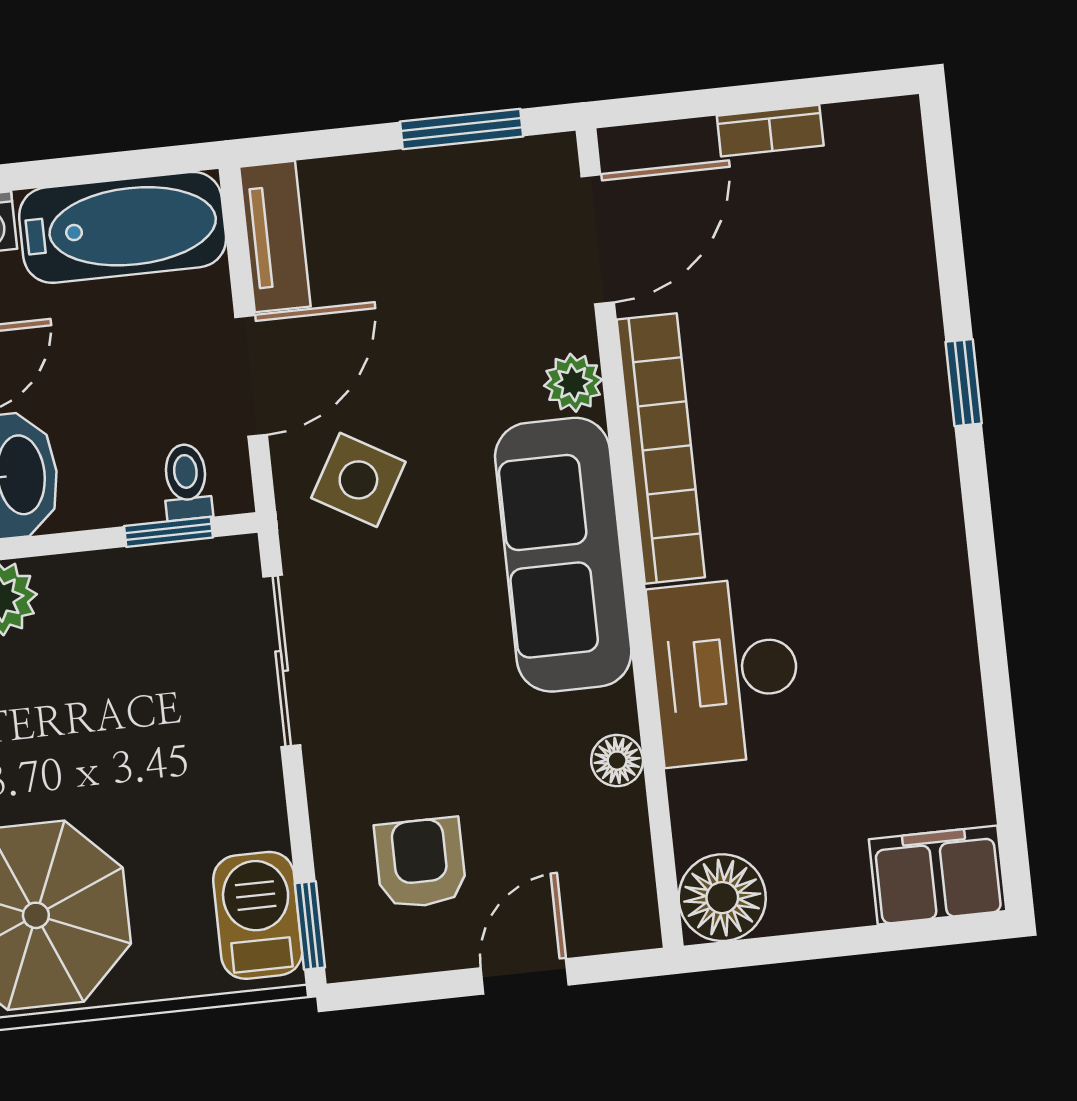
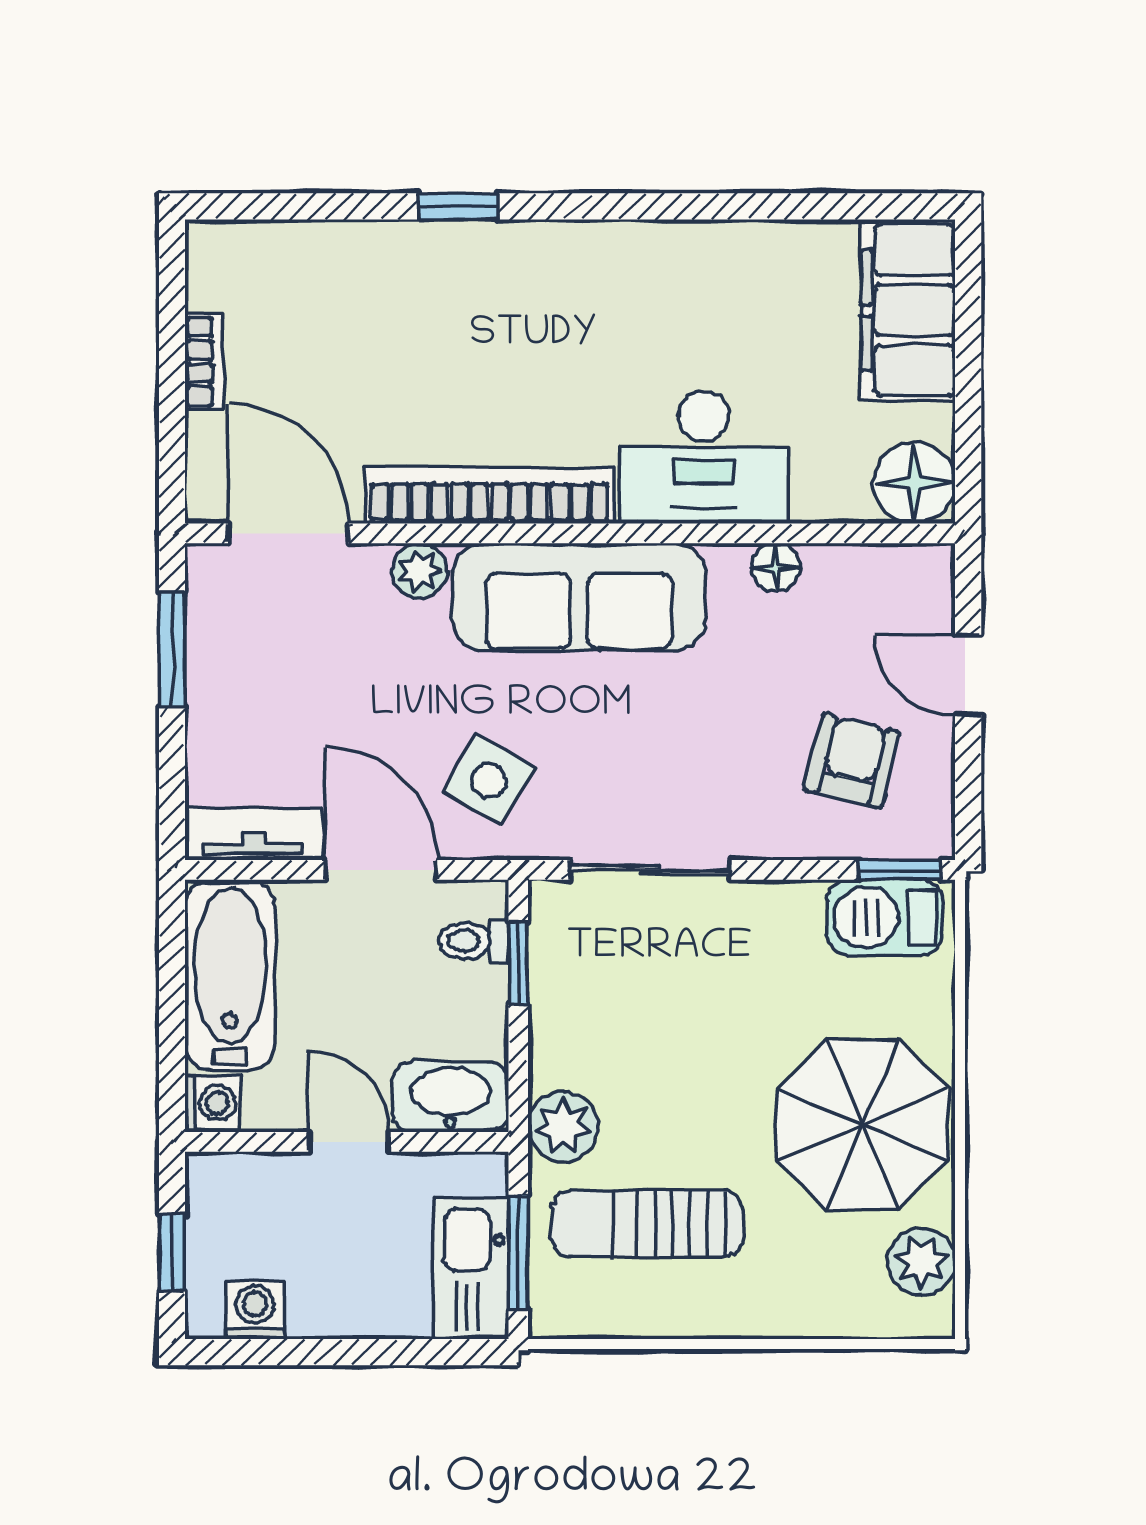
armchair: (420, 863) -> (852, 761), turned 104
filing cabinet: (938, 875) -> (908, 310), width x1.50, depth x1.17

